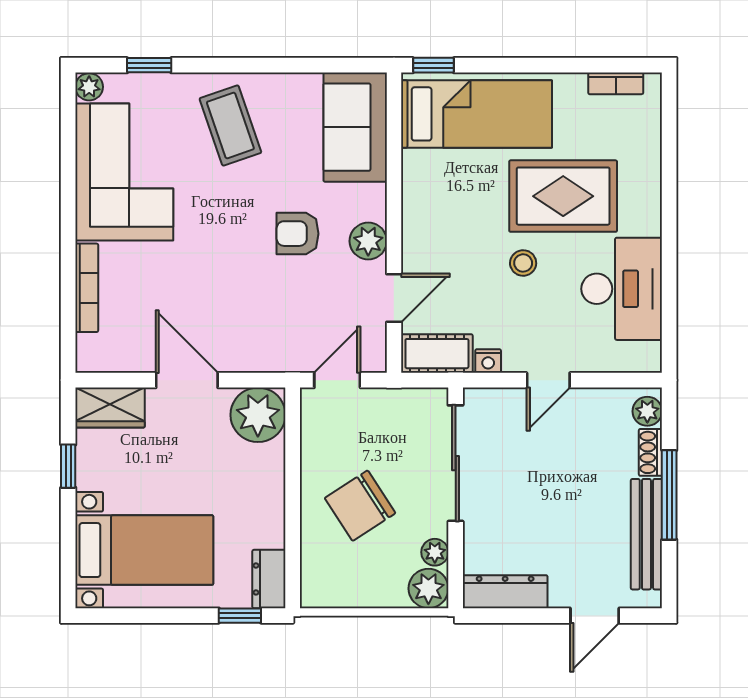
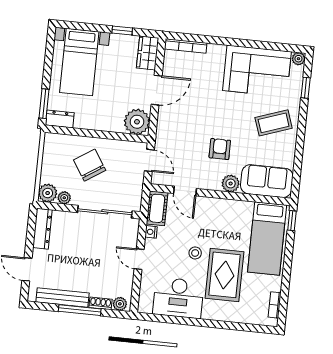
plant: (368, 241) -> (231, 183), moved
bookcase: (87, 288) -> (186, 46), moved
window: (240, 616) -> (44, 104), width x1.50

